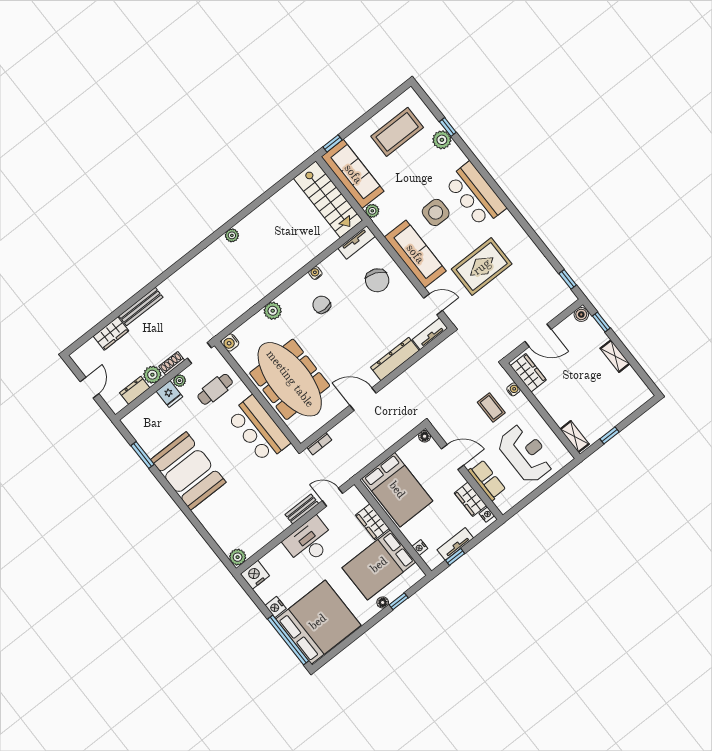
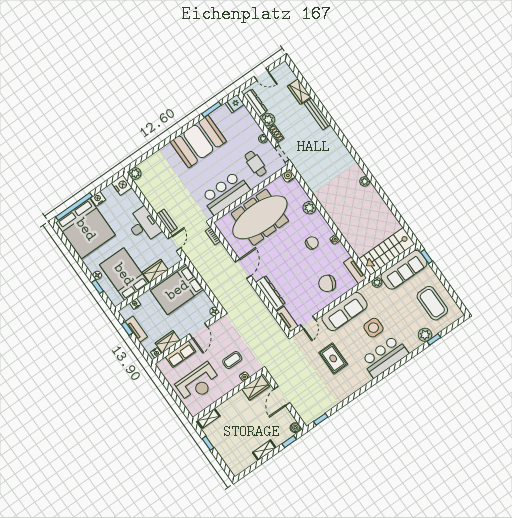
rug: (482, 267) -> (333, 358), width x0.73, depth x0.70
dresser: (135, 390) -> (255, 103), width x1.44
fridge: (169, 394) -> (235, 104), moved

